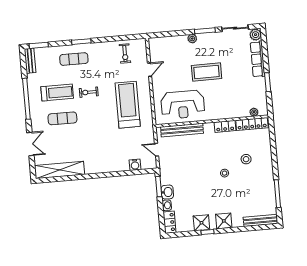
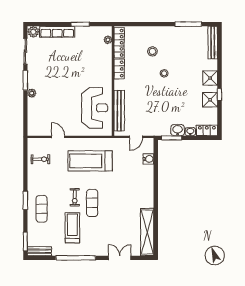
coffee table: (207, 72) -> (65, 82), removed
exercise mat: (62, 118) -> (92, 203), moved

